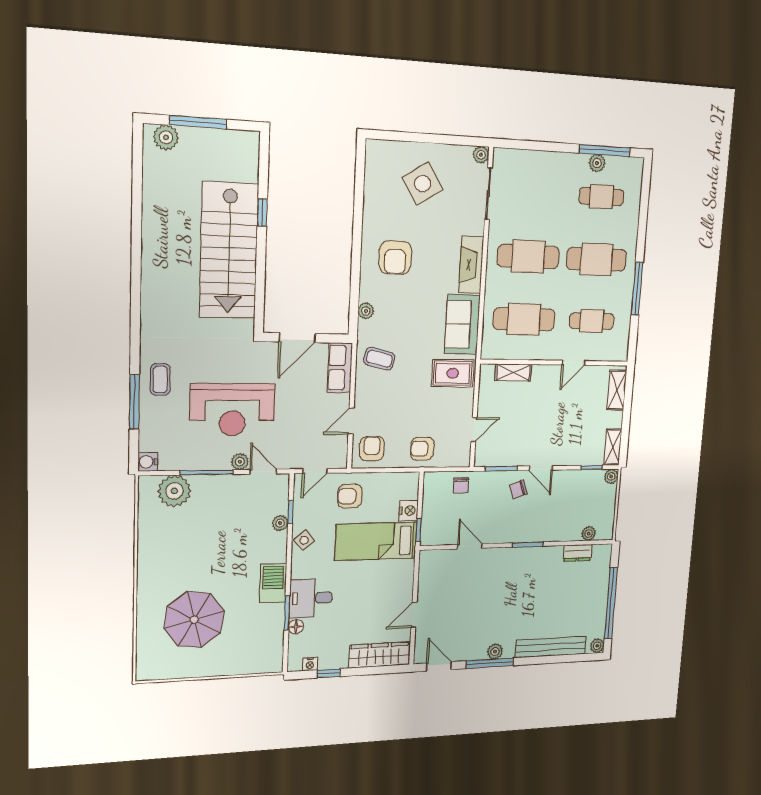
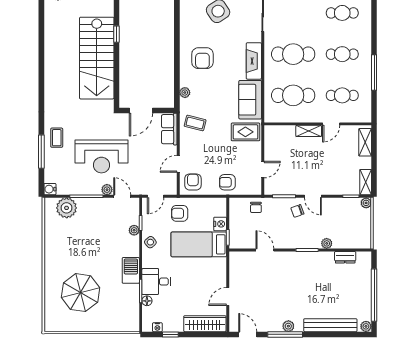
cafe table: (596, 259) -> (342, 54), width x0.73, depth x0.74
shelving: (513, 373) -> (309, 131), moved
plant: (589, 533) -> (327, 243), moved

